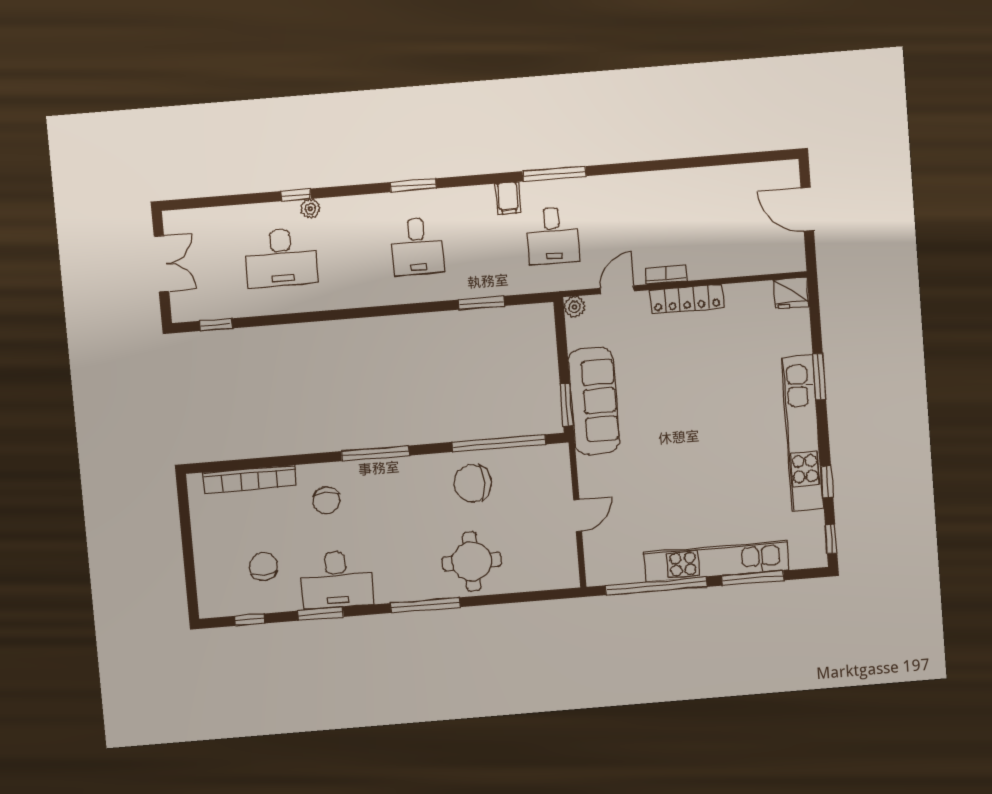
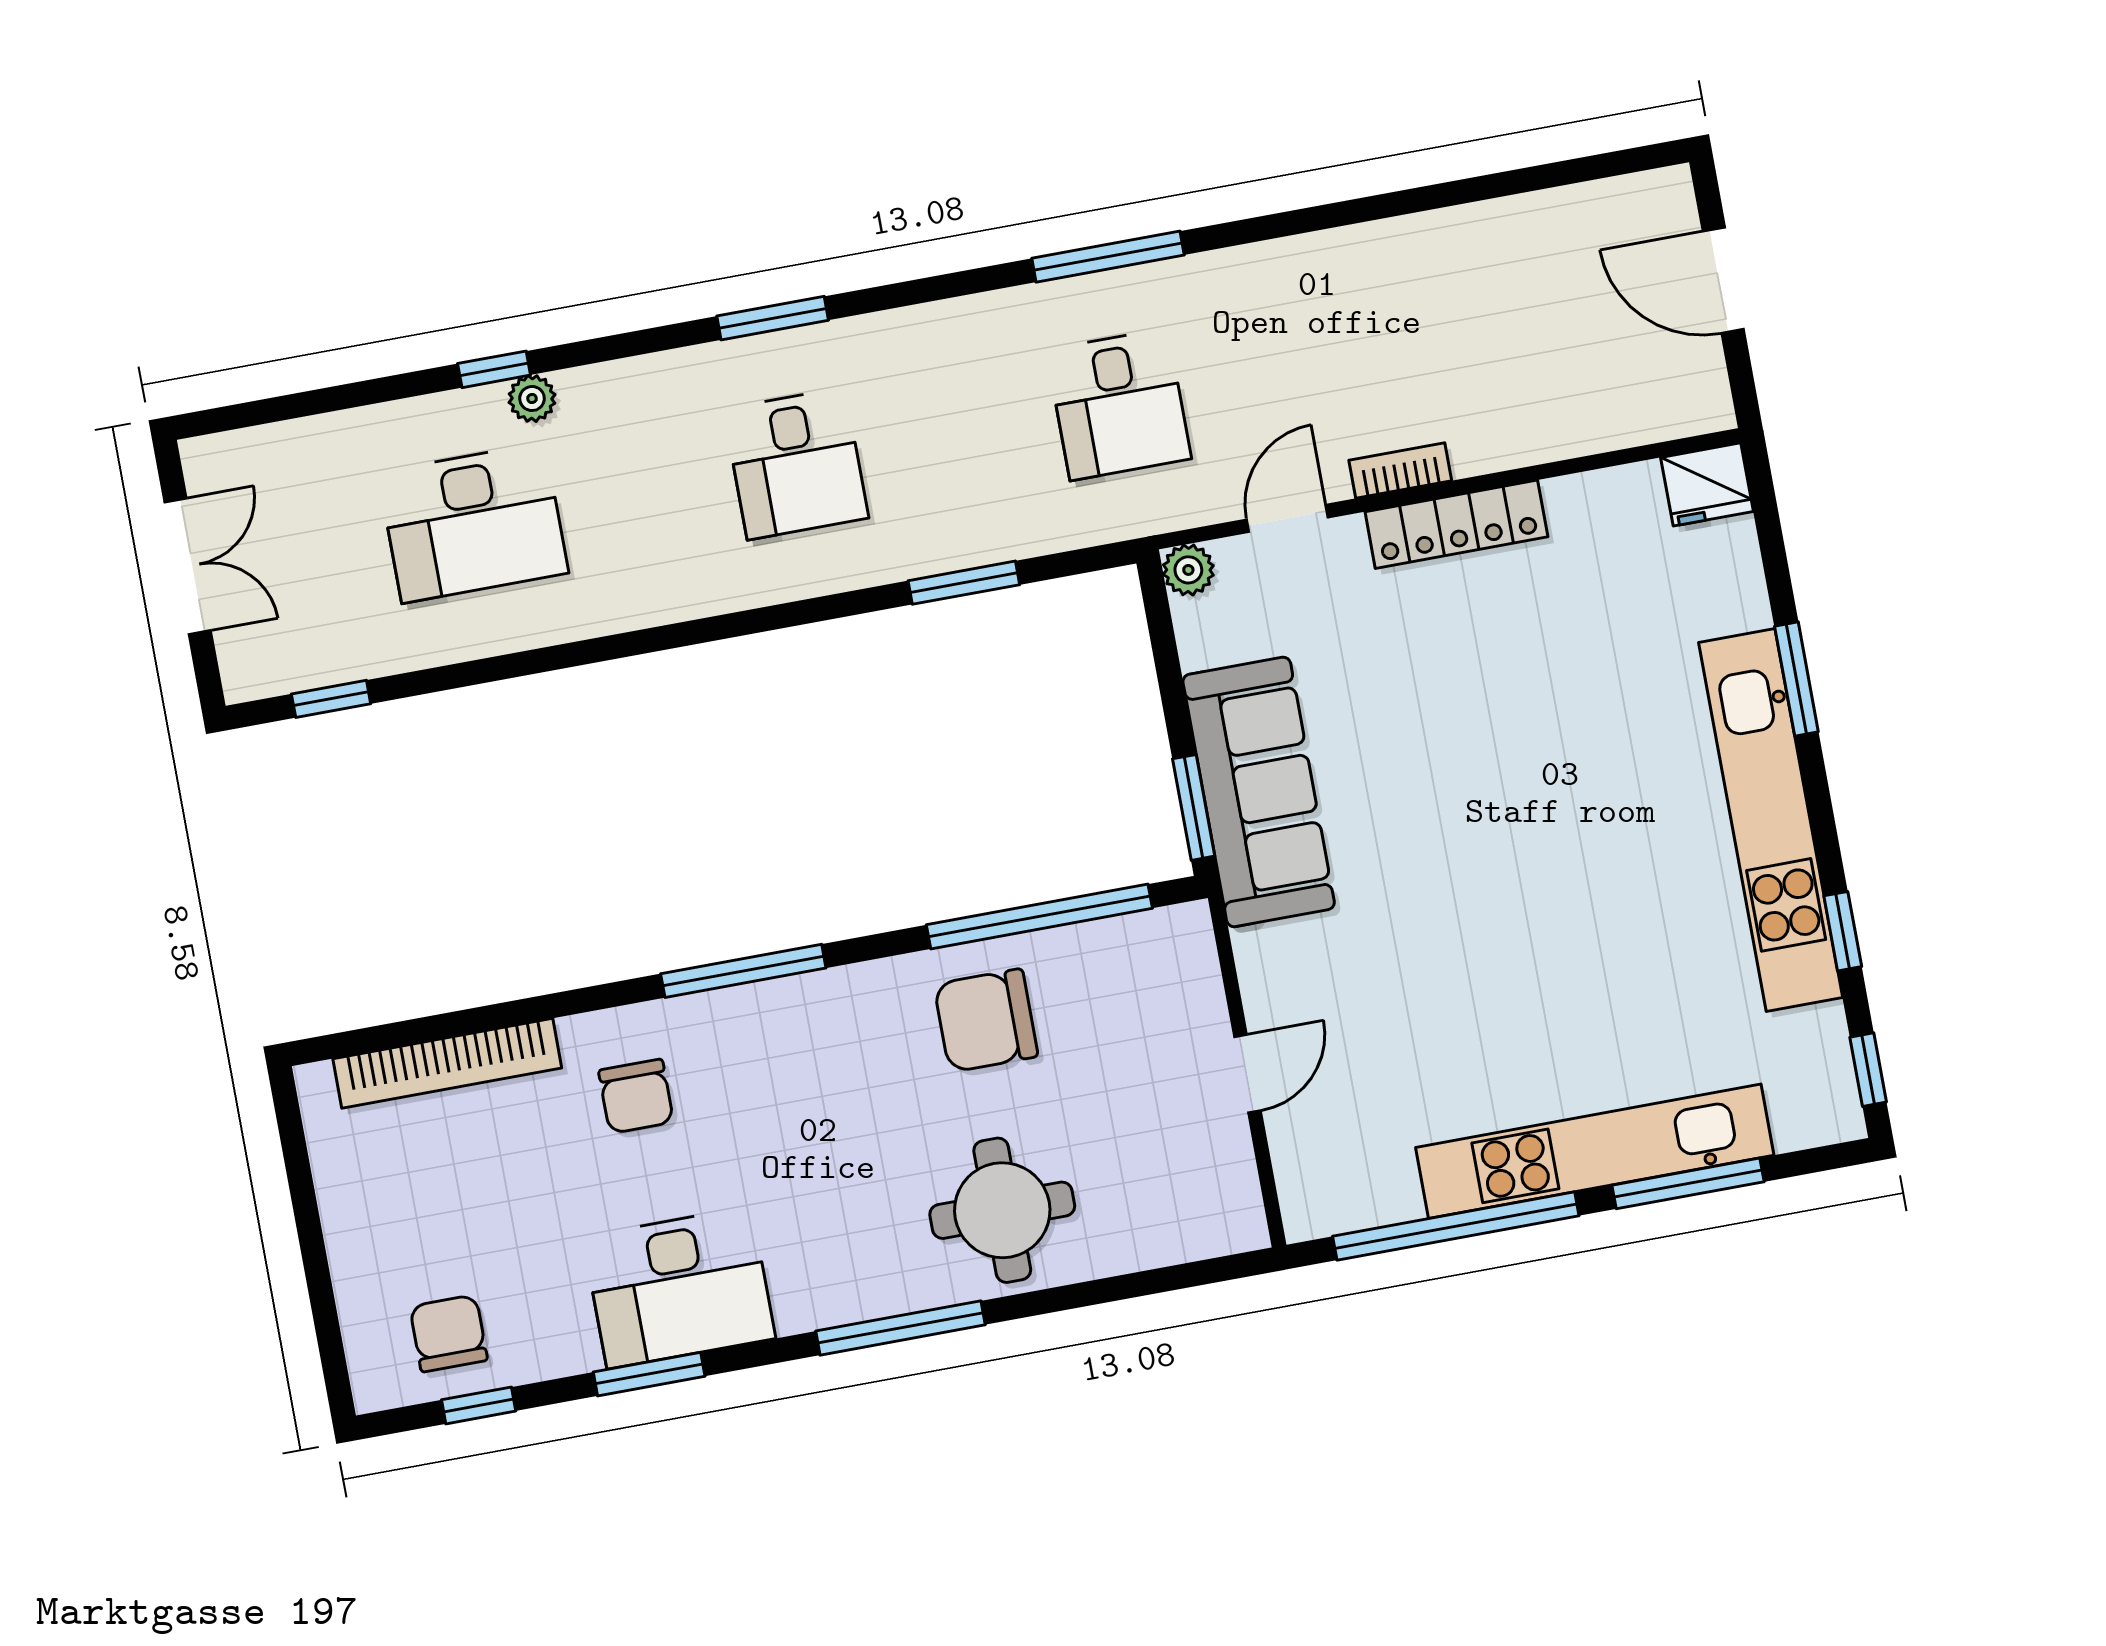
filing cabinet: (508, 198) -> (1003, 326), removed
chair: (264, 566) -> (449, 1333), moved

